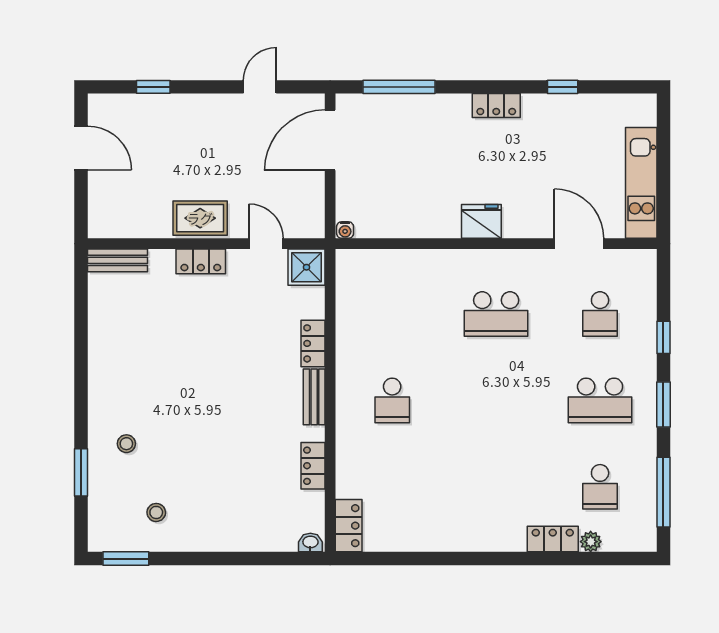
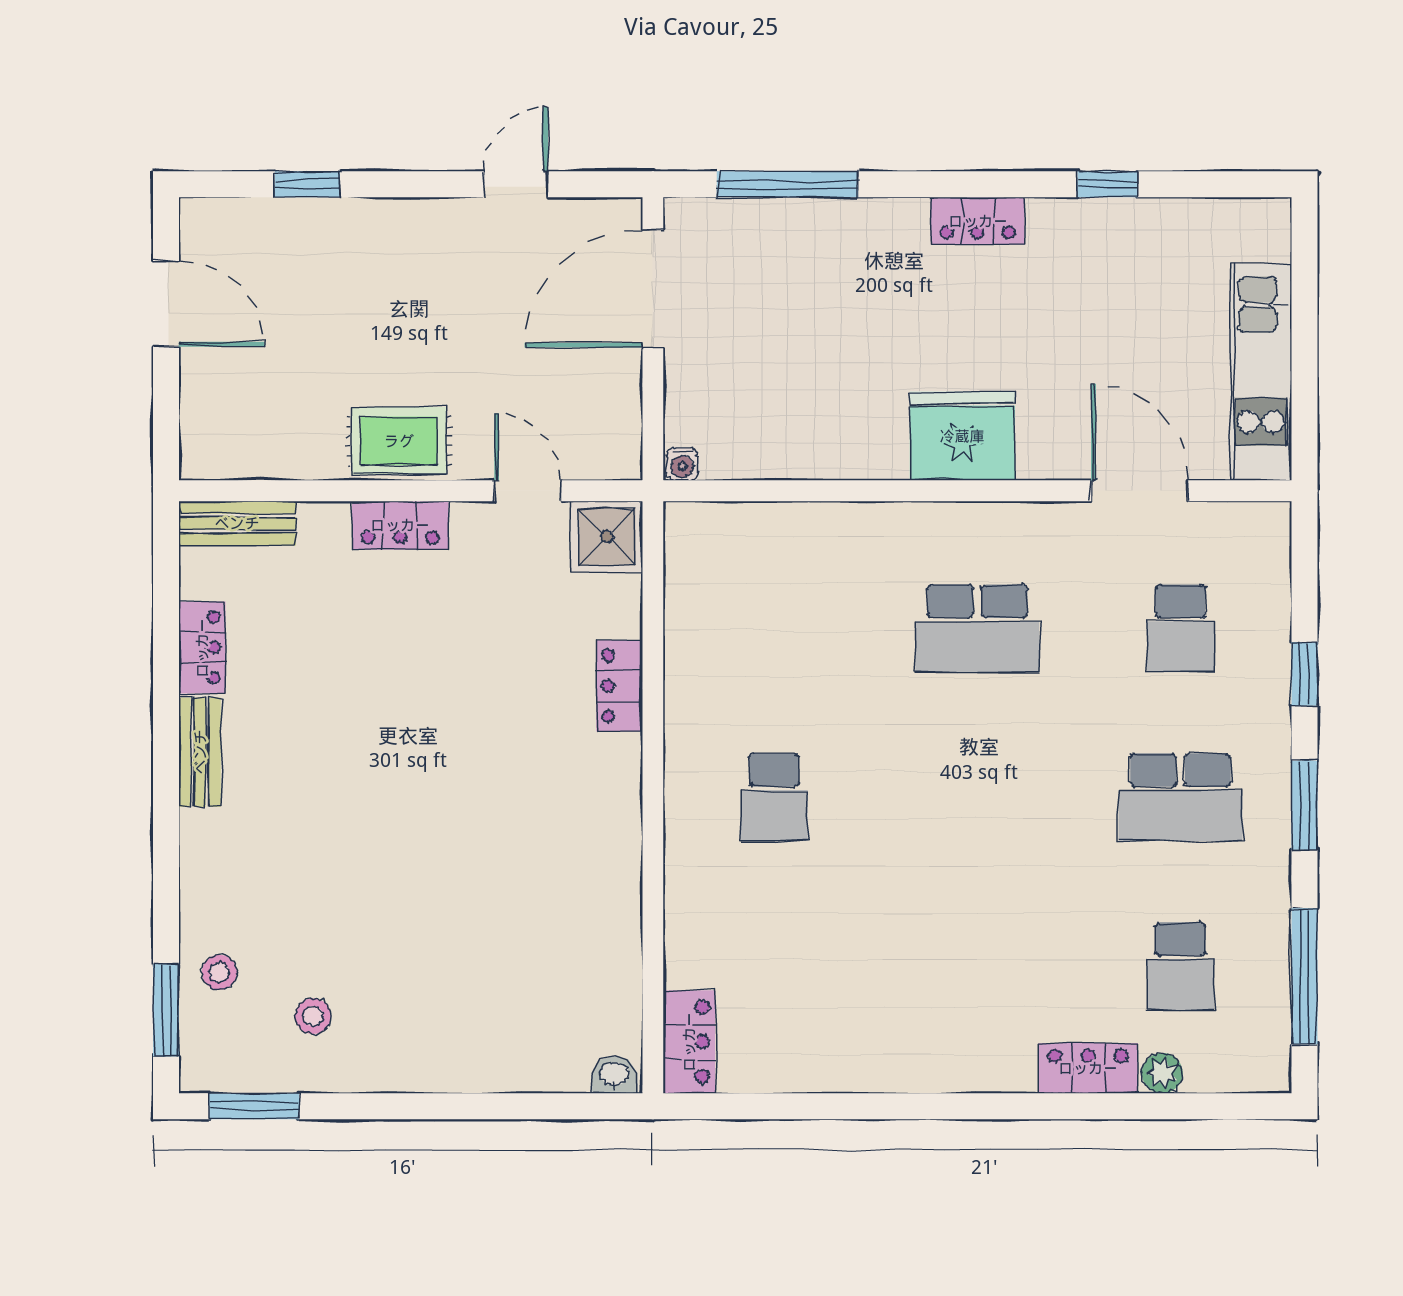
fridge: (481, 221) -> (962, 436), width x1.36, depth x1.34
bench: (314, 397) -> (200, 752), moved
stool: (126, 444) -> (219, 972), moved
locker: (313, 466) -> (202, 648), moved, turned 180
window: (81, 472) -> (166, 1010), moved

